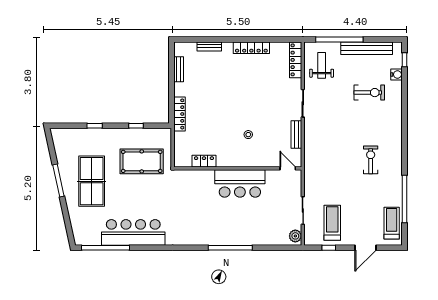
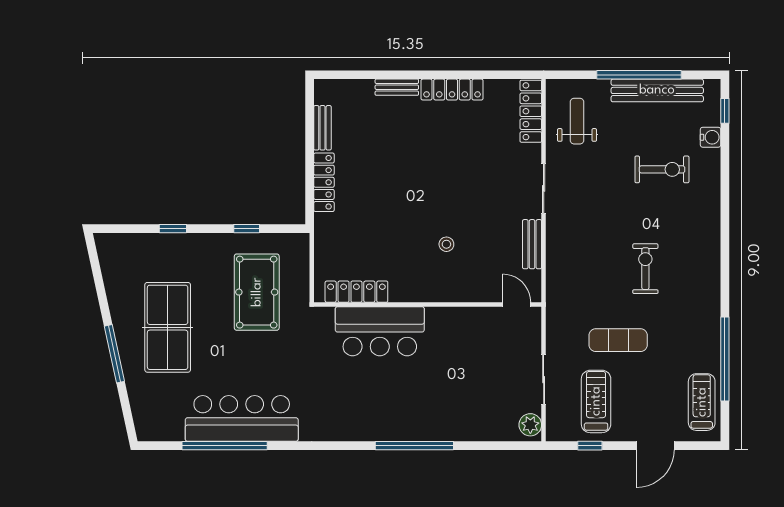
window: (339, 39) -> (639, 75), moved
bench: (209, 46) -> (397, 87), moved
locker: (179, 114) -> (324, 182), moved
exercise bike: (371, 160) -> (645, 269), moved
pool table: (142, 161) -> (257, 292), turned 90
locker: (204, 161) -> (356, 292), width x1.53
window: (58, 181) -> (114, 354), moved
bar counter: (240, 183) -> (380, 331), moved
exercise mat: (345, 188) -> (618, 340), added
window: (106, 248) -> (225, 446), moved

